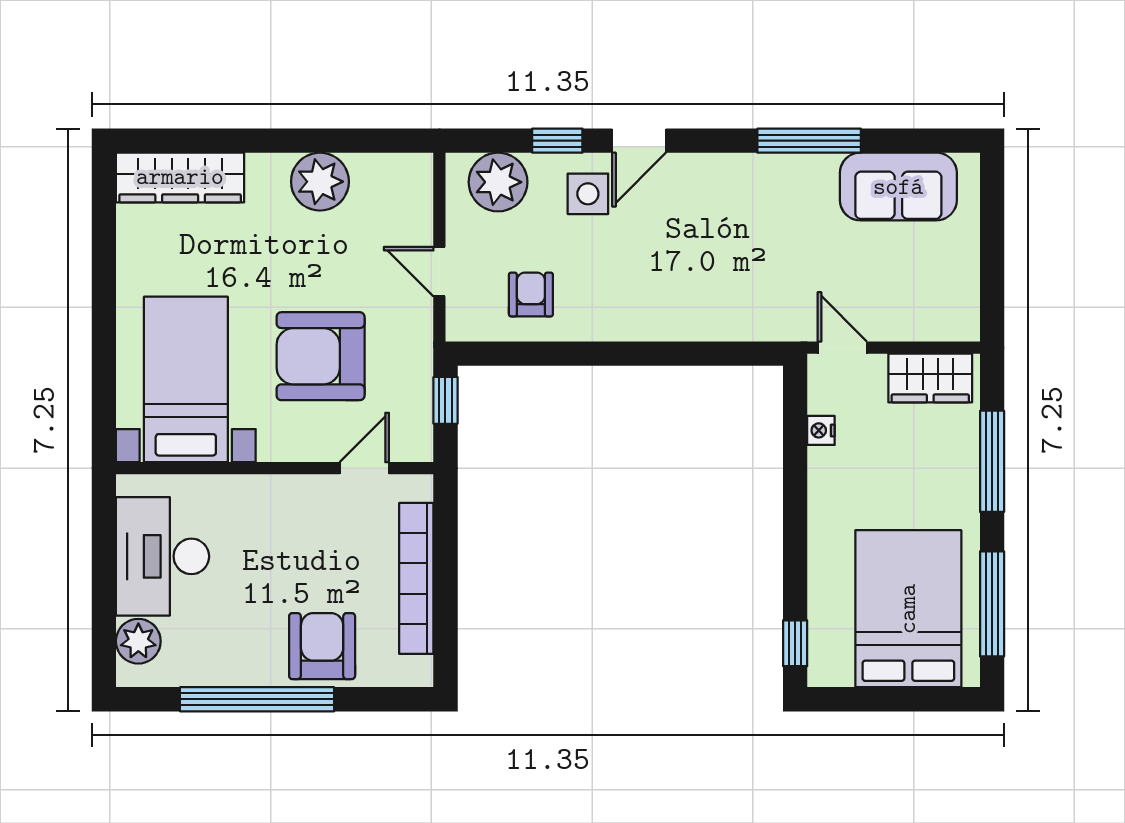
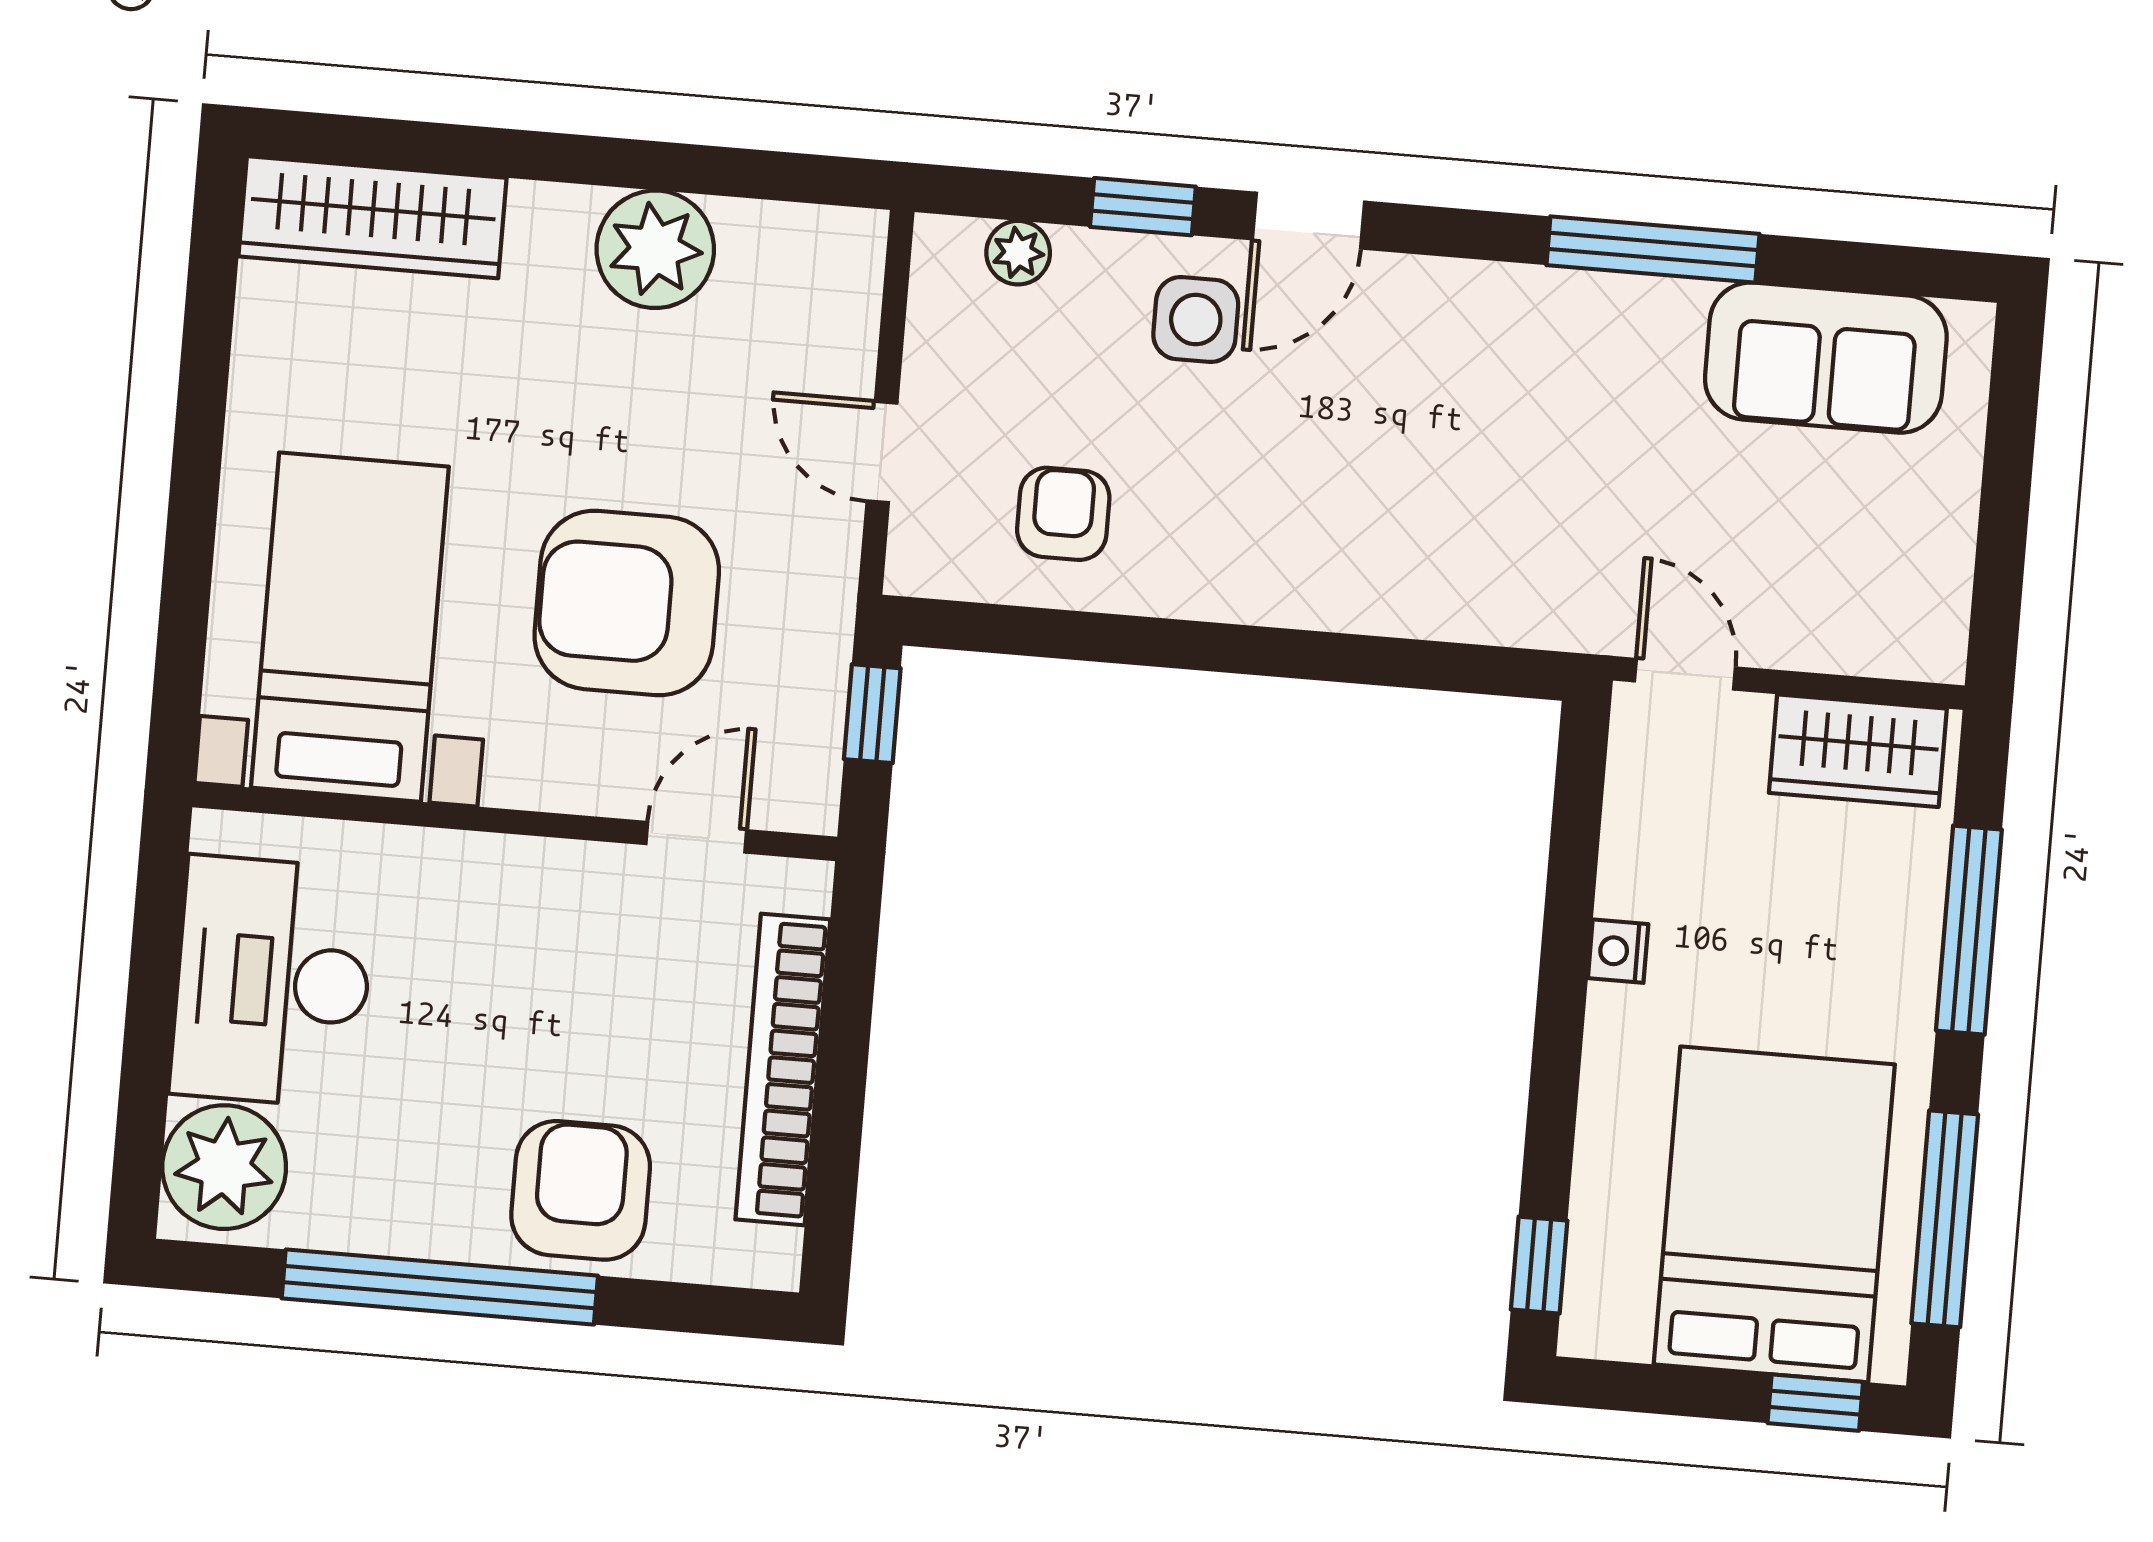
plant: (498, 182) -> (1018, 253), width x0.53, depth x0.53
nightstand: (821, 430) -> (1618, 951), moved
plant: (138, 641) -> (224, 1167), width x1.36, depth x1.36
window: (936, 699) -> (1815, 1403), added

